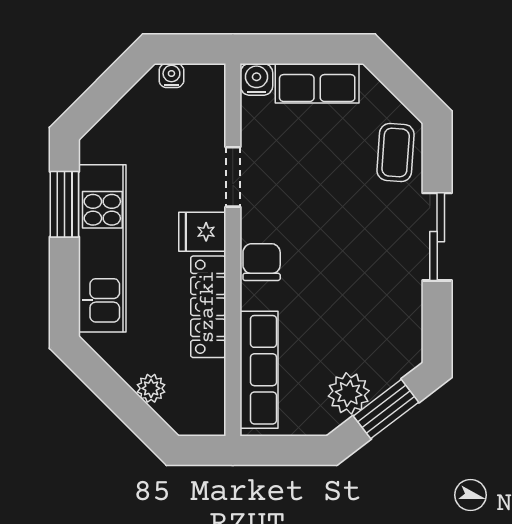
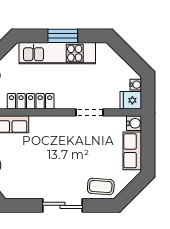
window: (64, 204) -> (63, 36), moved
fridge: (202, 232) -> (131, 100), moved, turned -90
chair: (262, 262) -> (51, 126), removed

